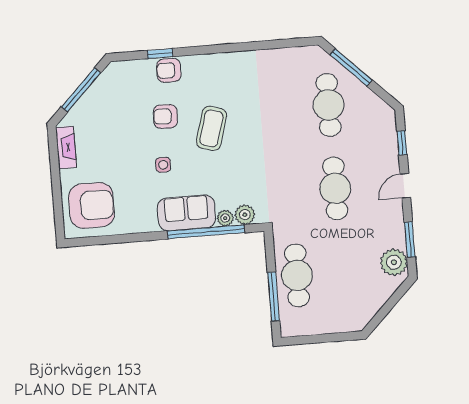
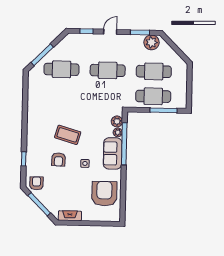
armchair: (169, 70) -> (37, 183), moved, turned 180
door: (405, 186) -> (110, 32), swing flipped
armchair: (92, 205) -> (104, 194), moved
cafe table: (342, 272) -> (154, 71), added

